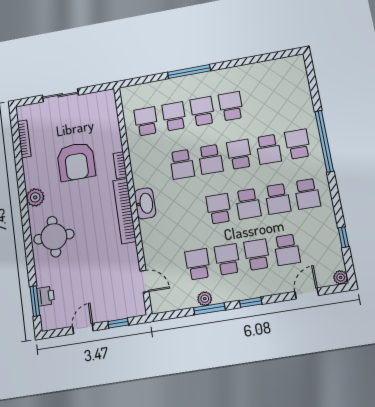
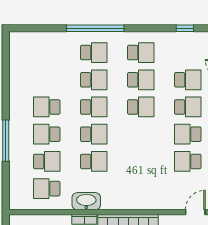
school desk: (174, 116) -> (47, 161), turned 180
school desk: (298, 144) -> (94, 53), turned 180
school desk: (239, 154) -> (94, 107), turned 180
washbasin: (145, 203) -> (86, 201), moved
school desk: (219, 209) -> (141, 134), removed
school desk: (257, 255) -> (188, 107), turned 180

